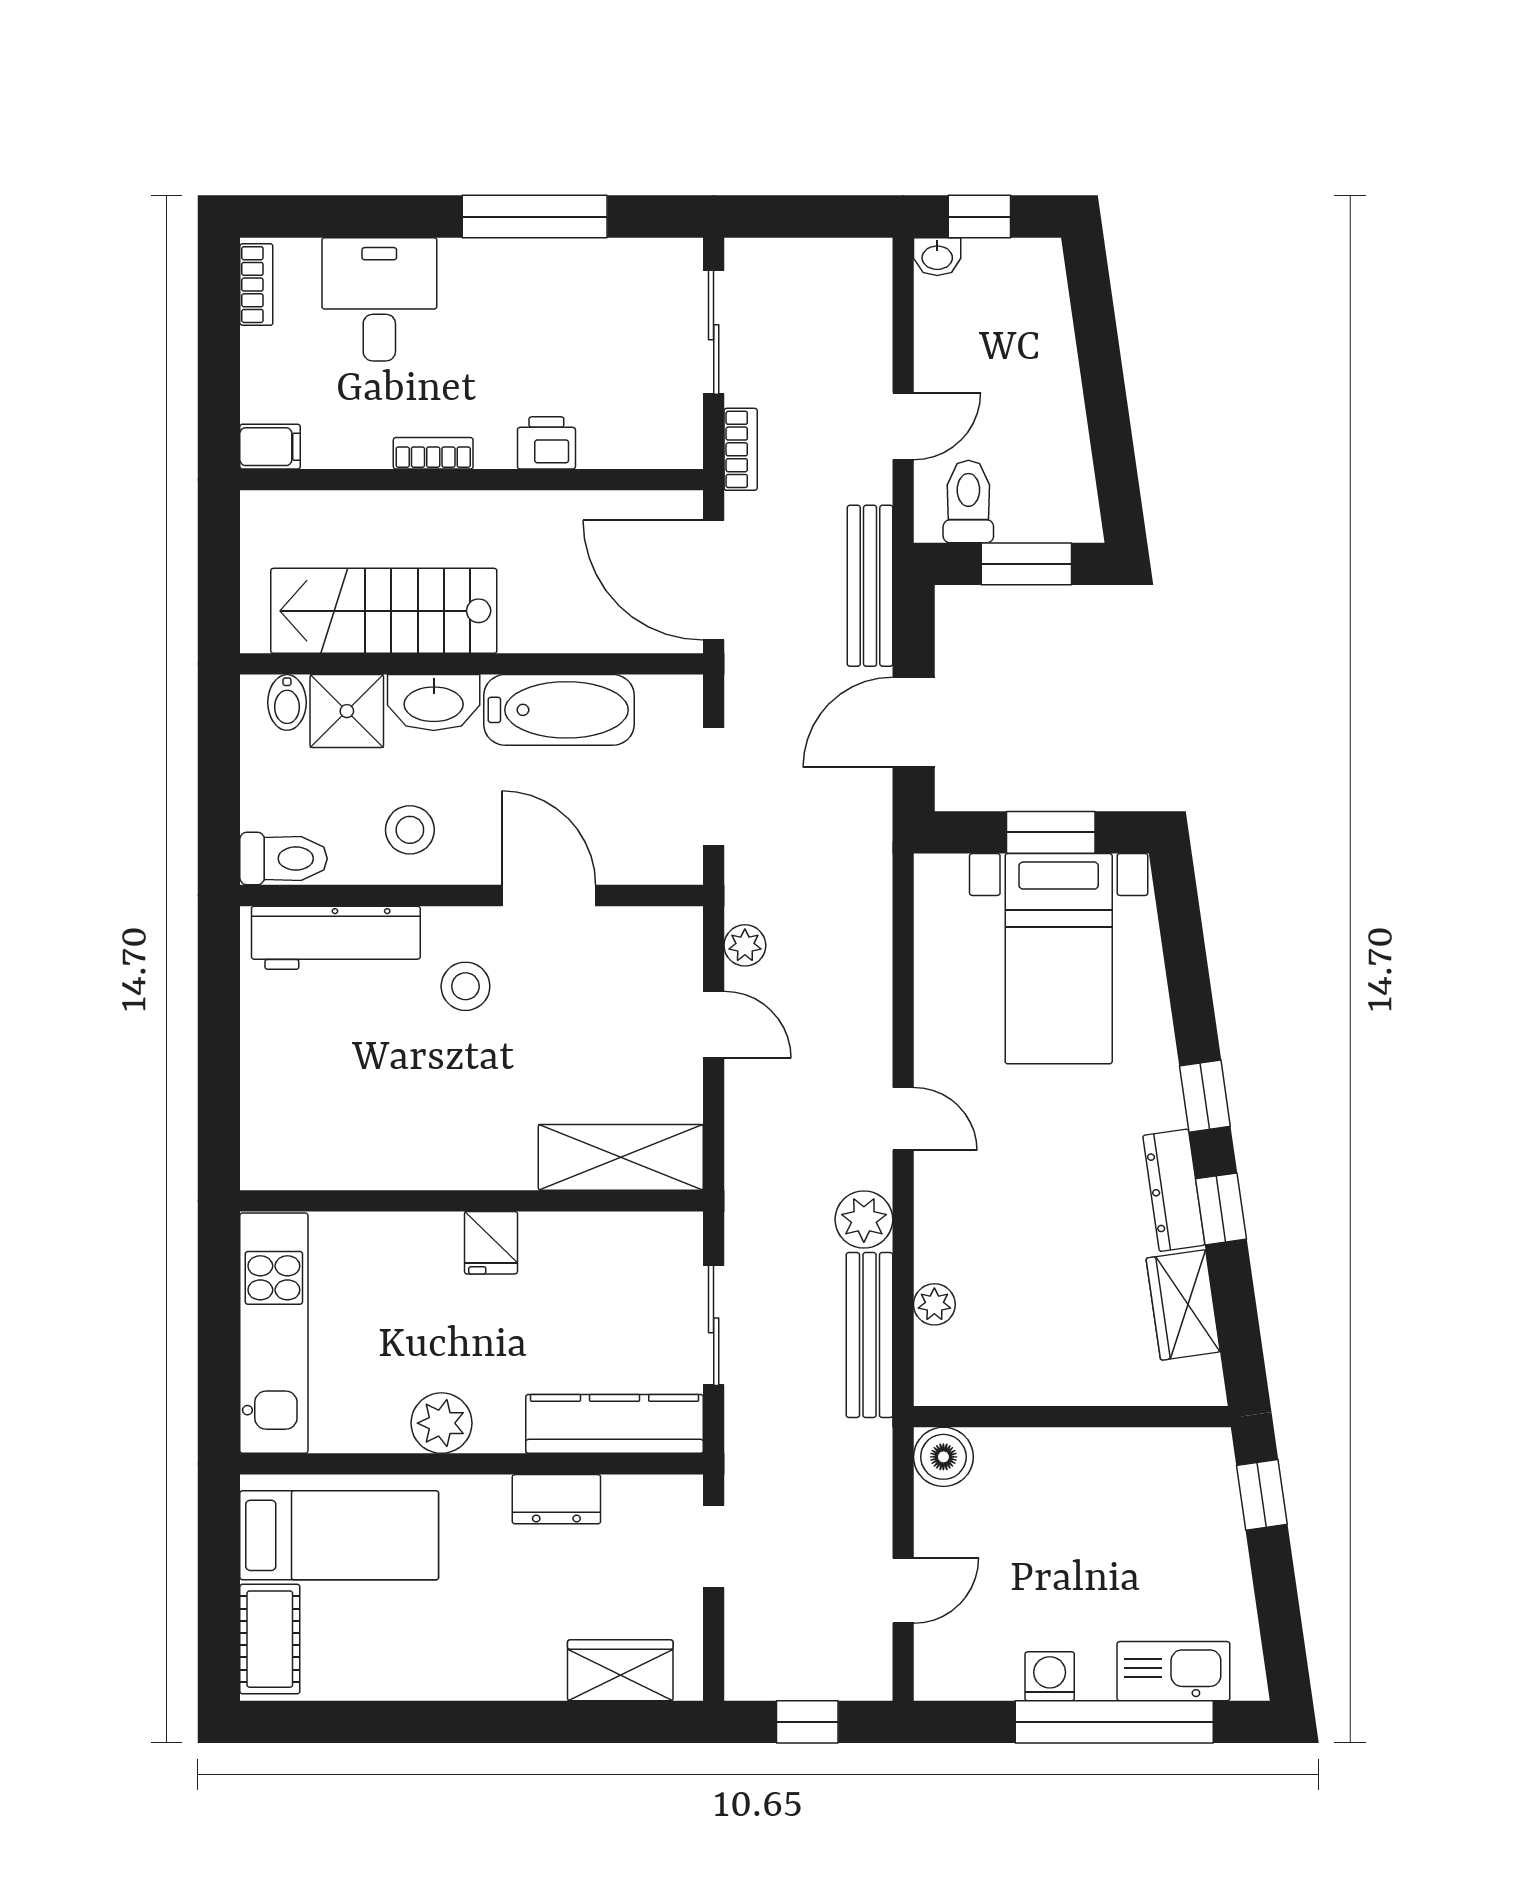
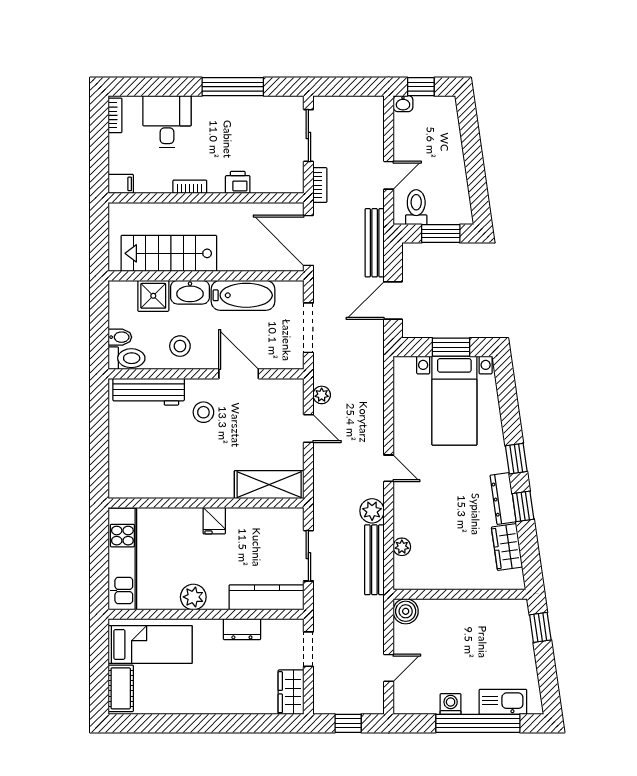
bidet: (287, 702) -> (120, 337), moved, turned -90
wardrobe: (620, 1670) -> (291, 692), moved, turned -90

